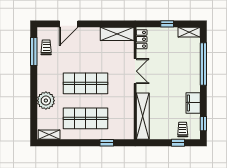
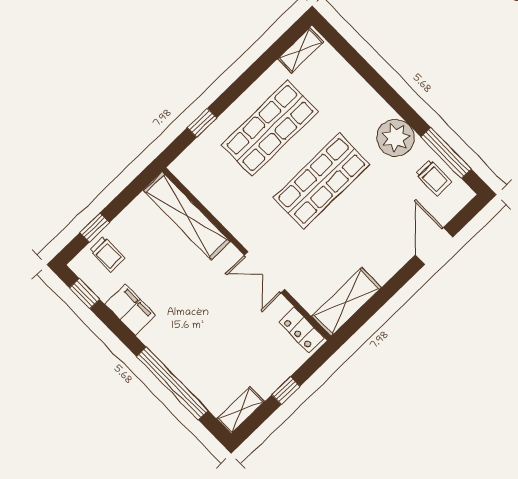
plant: (46, 101) -> (396, 138), moved

